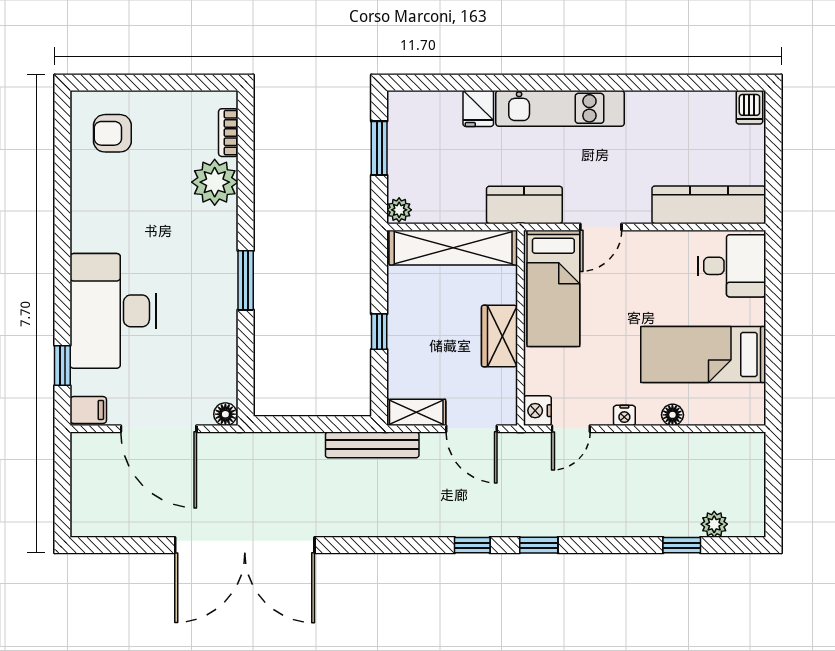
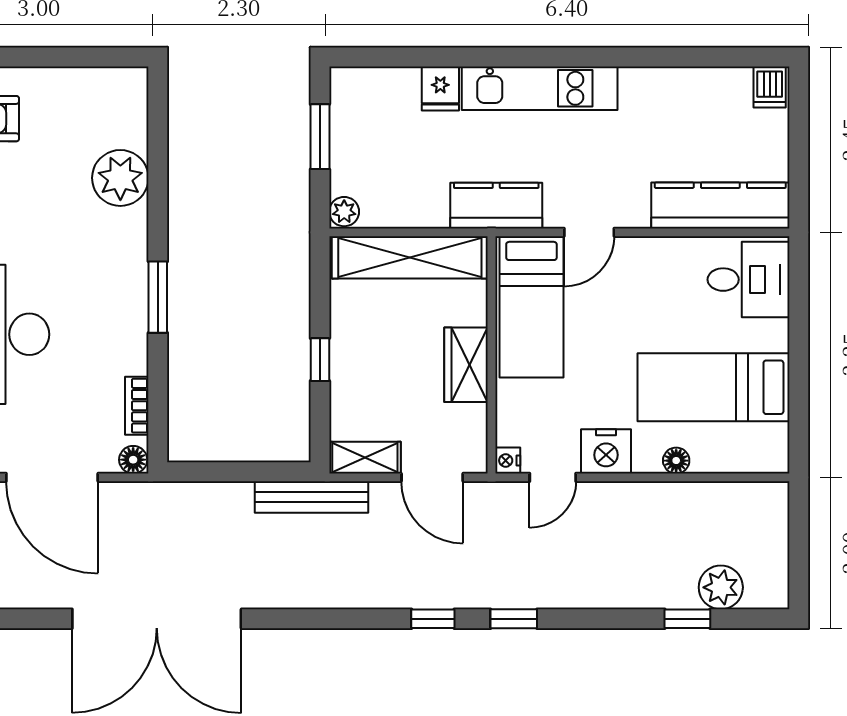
bookcase: (228, 133) -> (137, 406), moved
nightstand: (537, 411) -> (508, 461), width x0.72, depth x0.74
nightstand: (624, 415) -> (606, 451), width x1.89, depth x1.79
plant: (714, 524) -> (721, 587), width x1.38, depth x1.38

